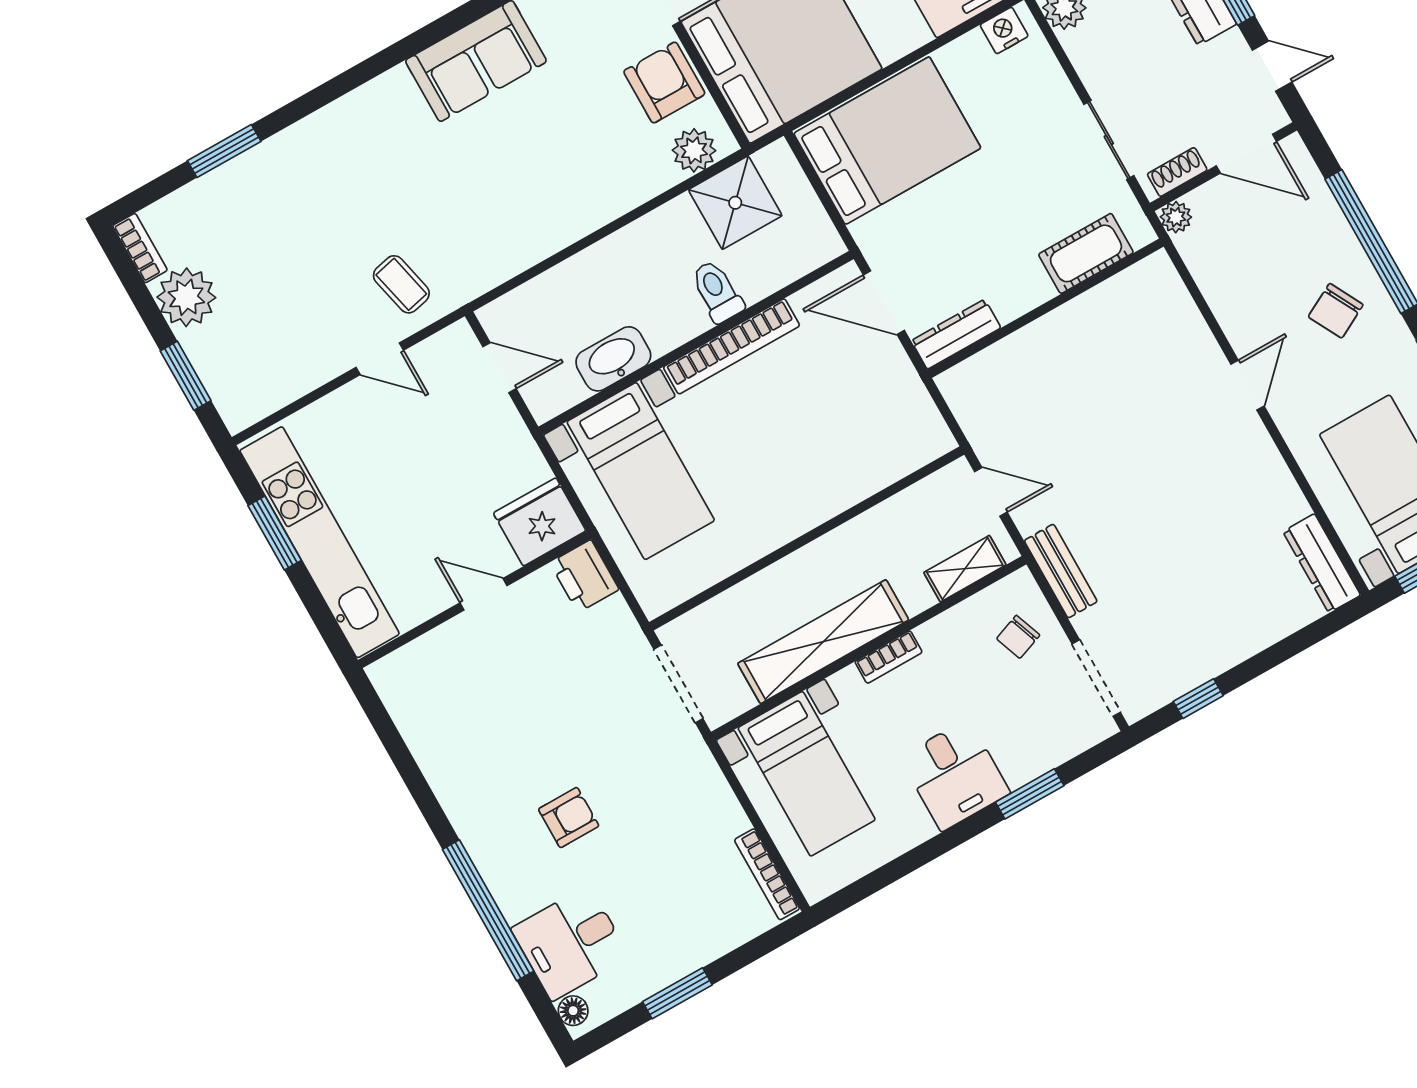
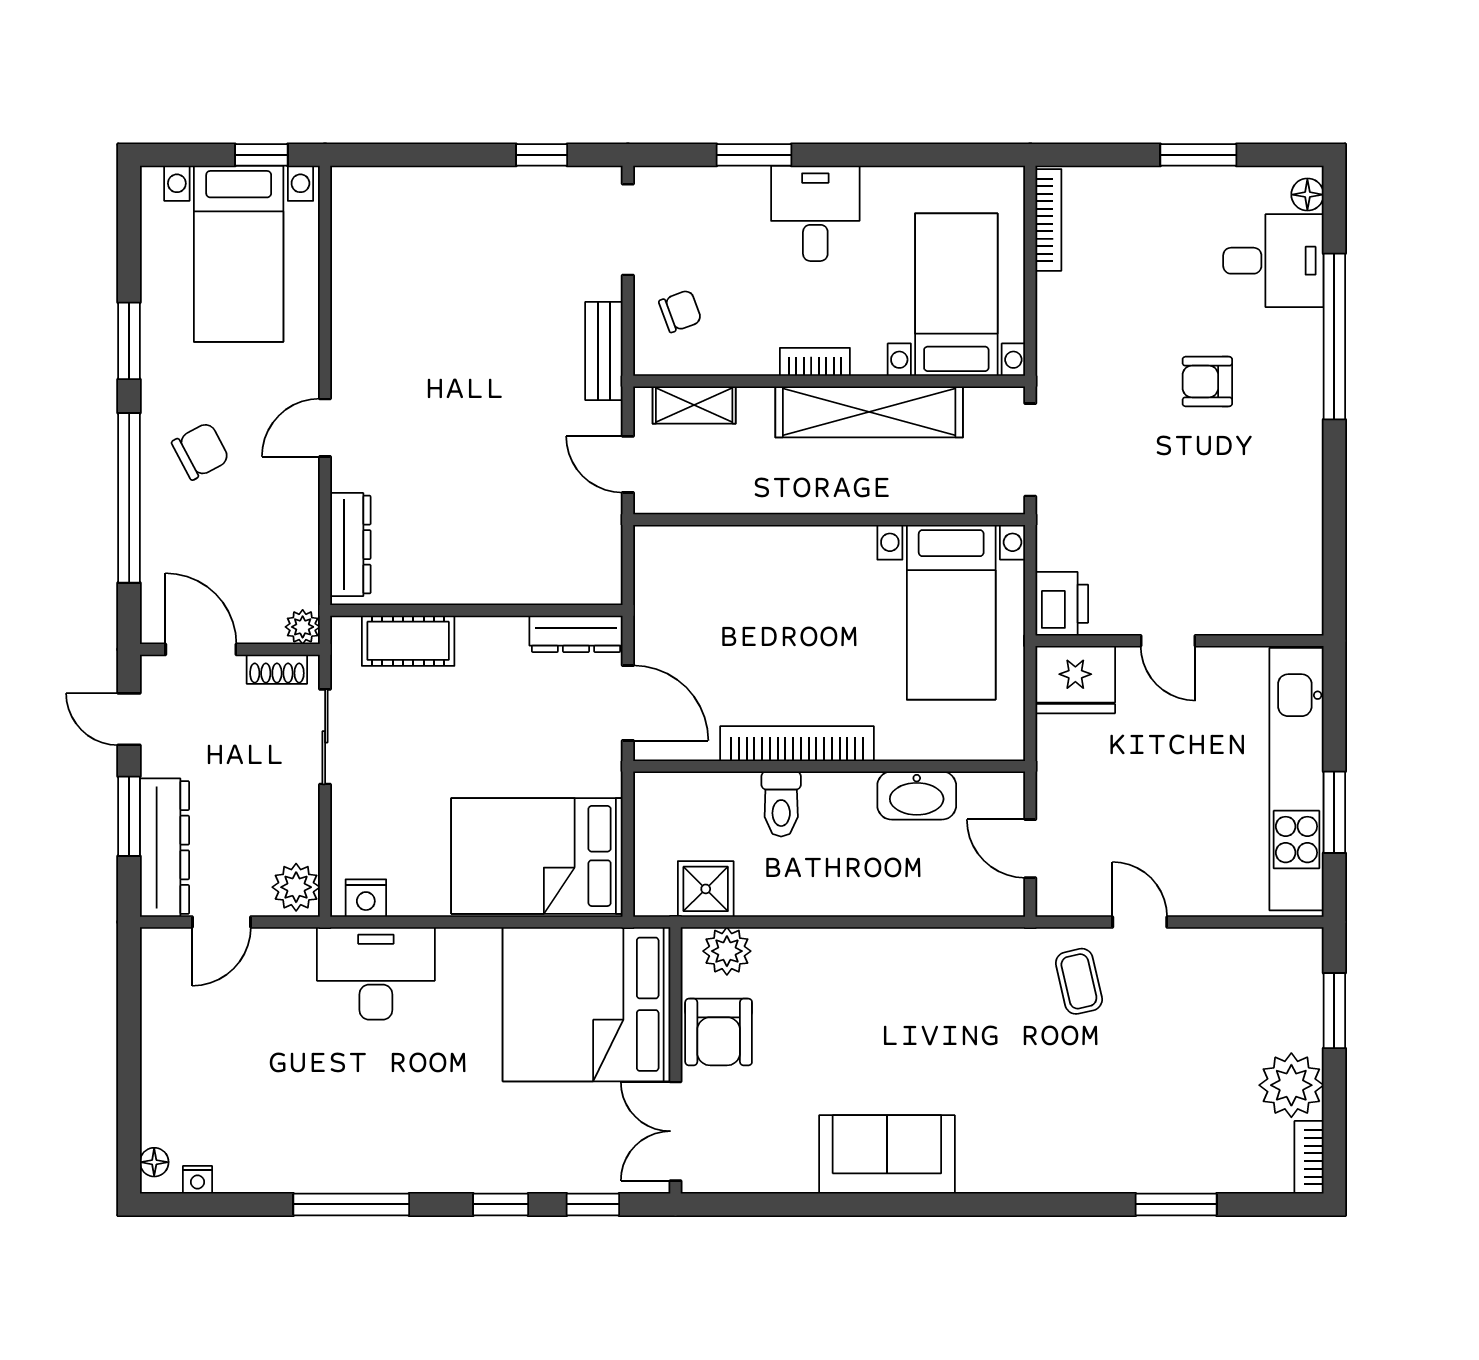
shower: (735, 203) -> (706, 889), width x0.73, depth x0.73
bed with nightstands: (641, 471) -> (951, 612), moved, turned 180
dresser: (1322, 563) -> (350, 545), moved

